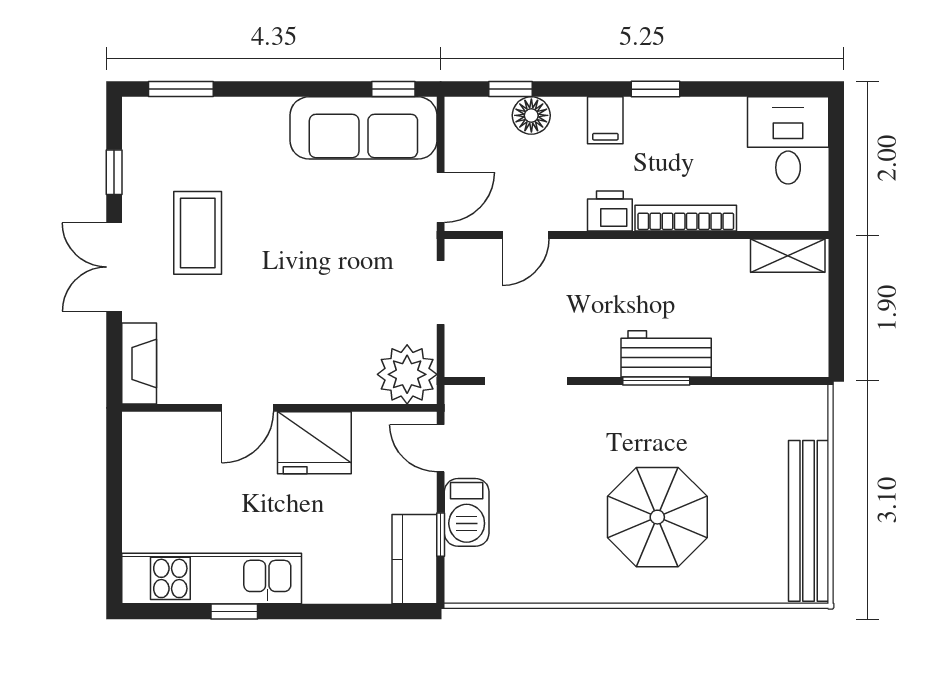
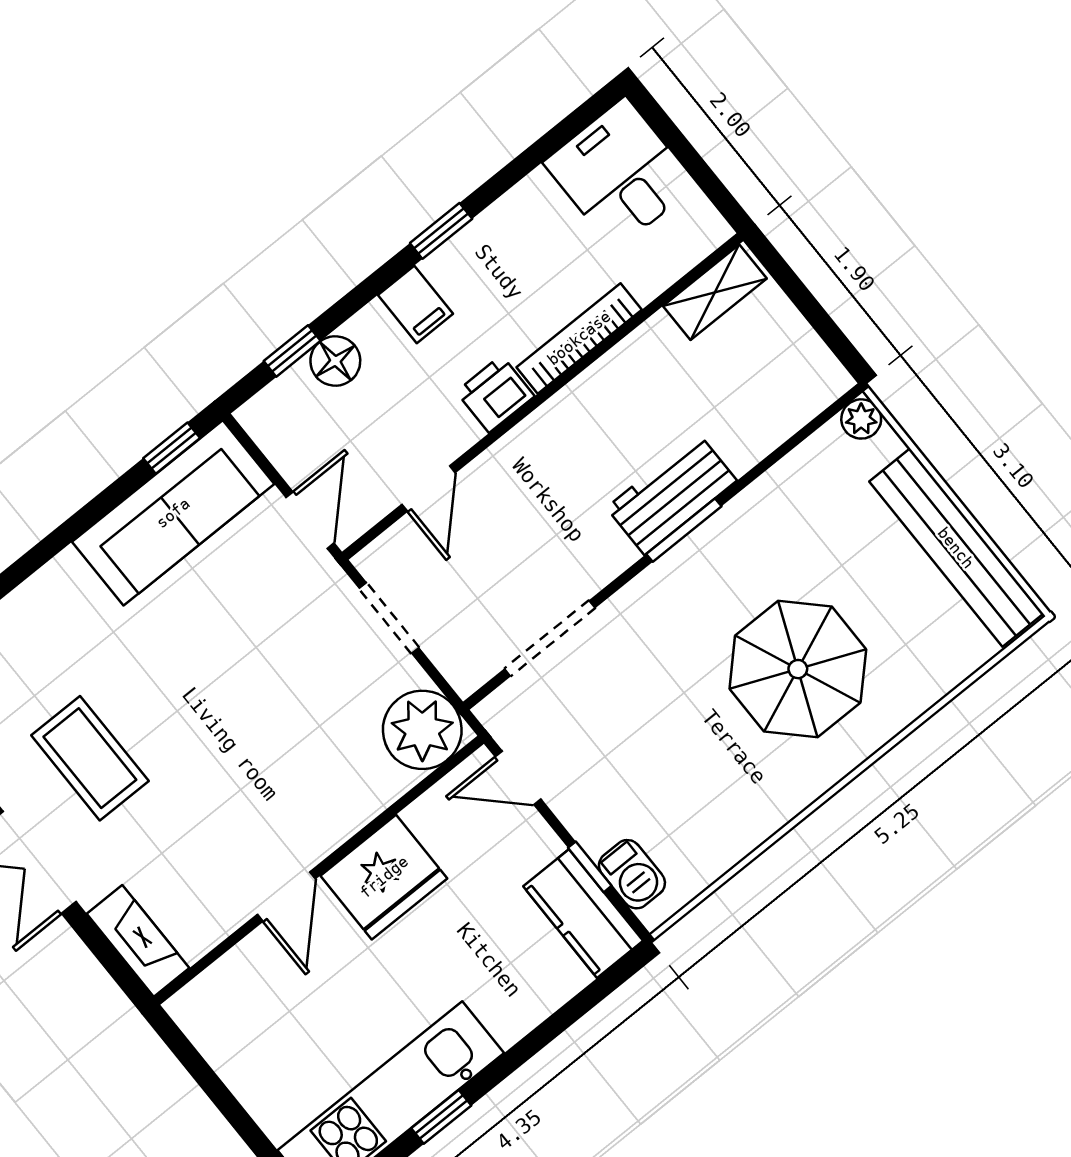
plant: (814, 400) -> (861, 419), added
barbecue: (467, 512) -> (632, 874), moved, width x0.73, depth x0.79

